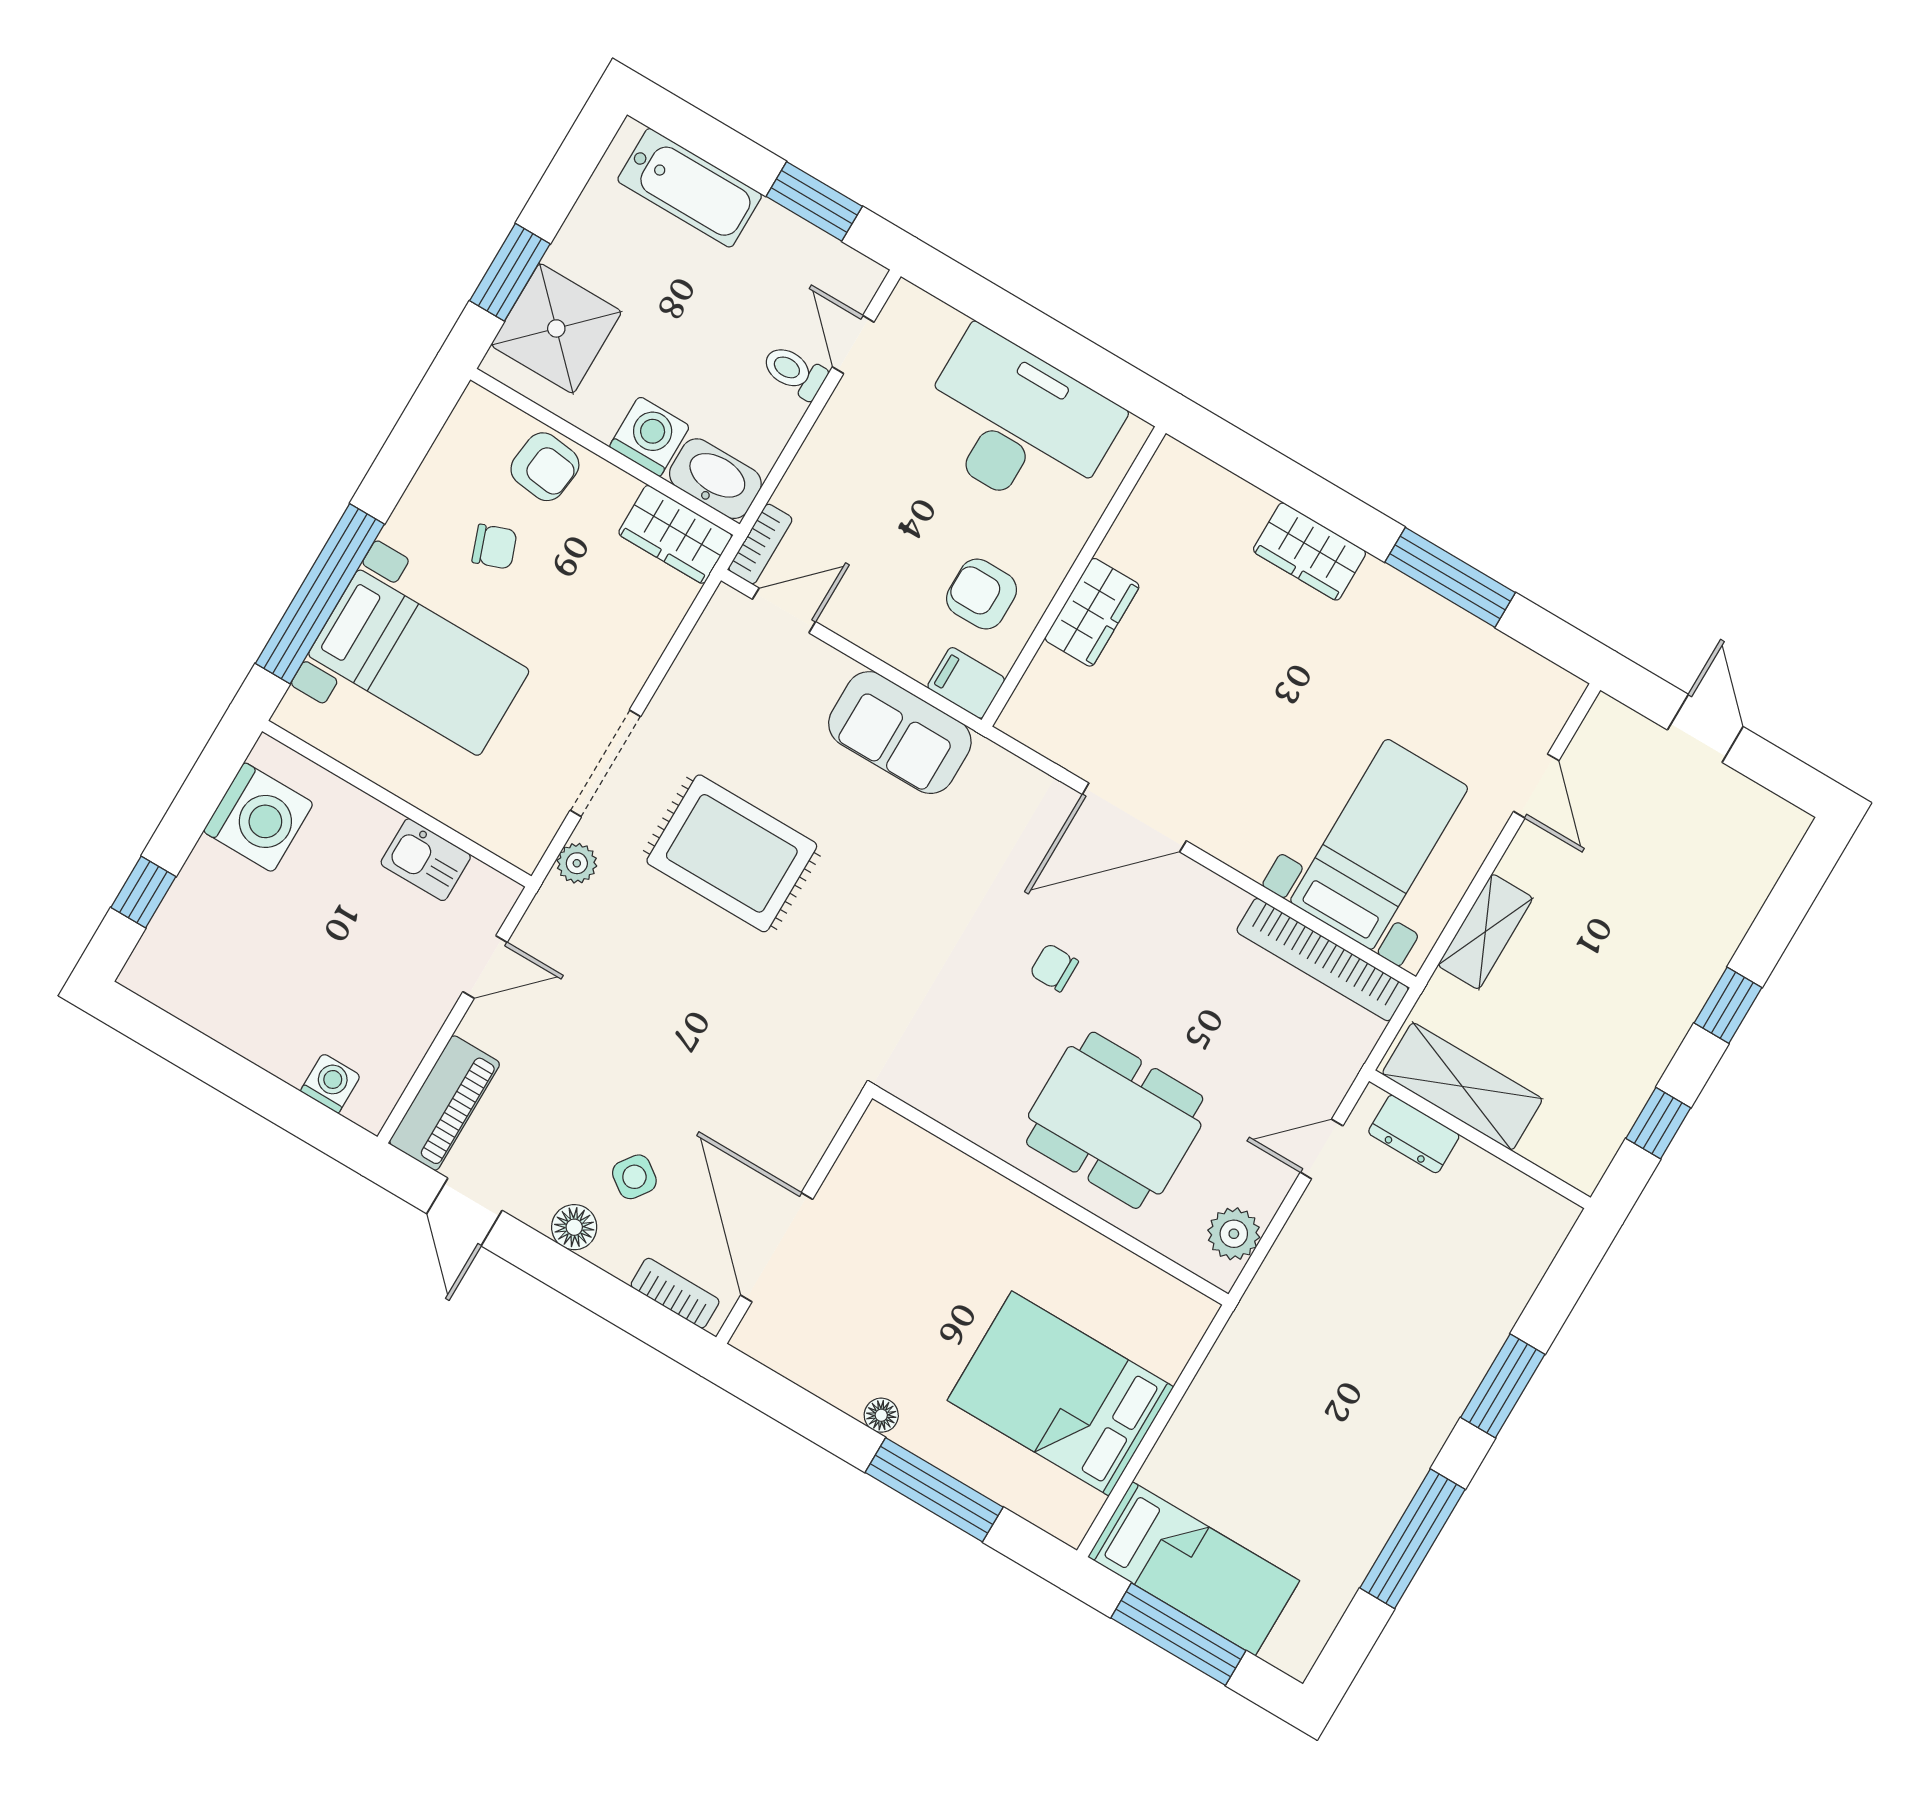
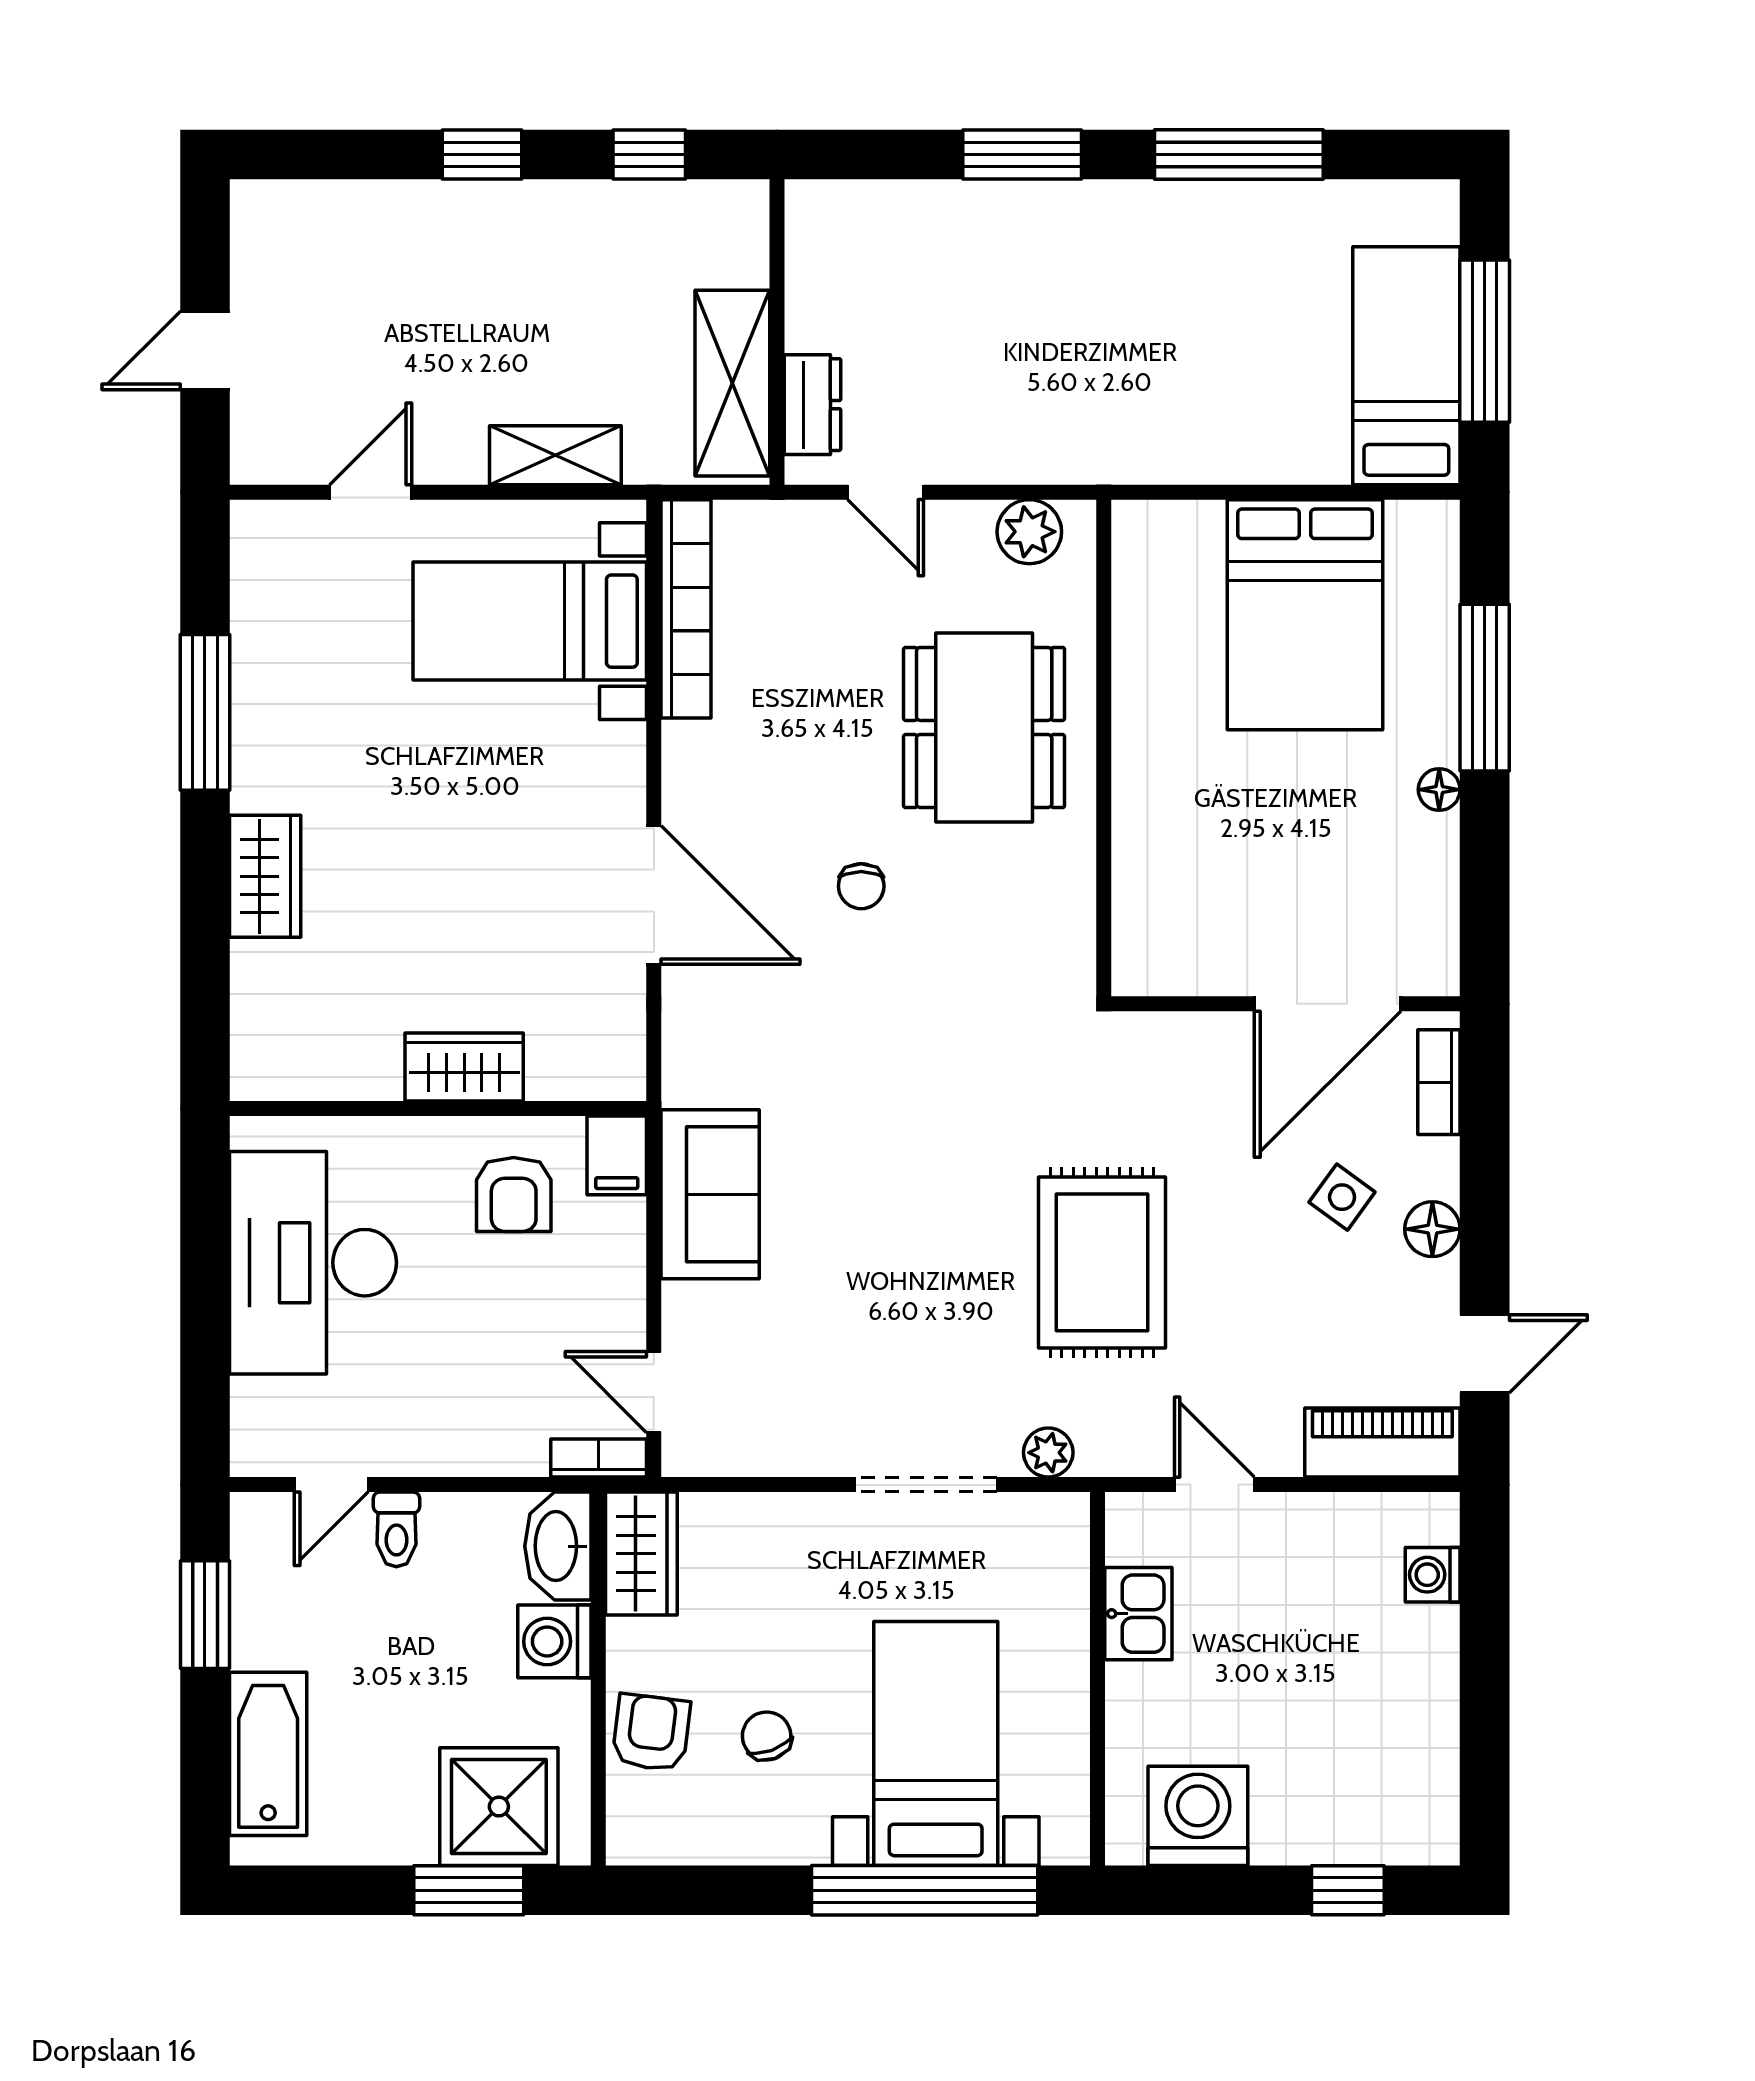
rug: (732, 853) -> (1102, 1262), moved

